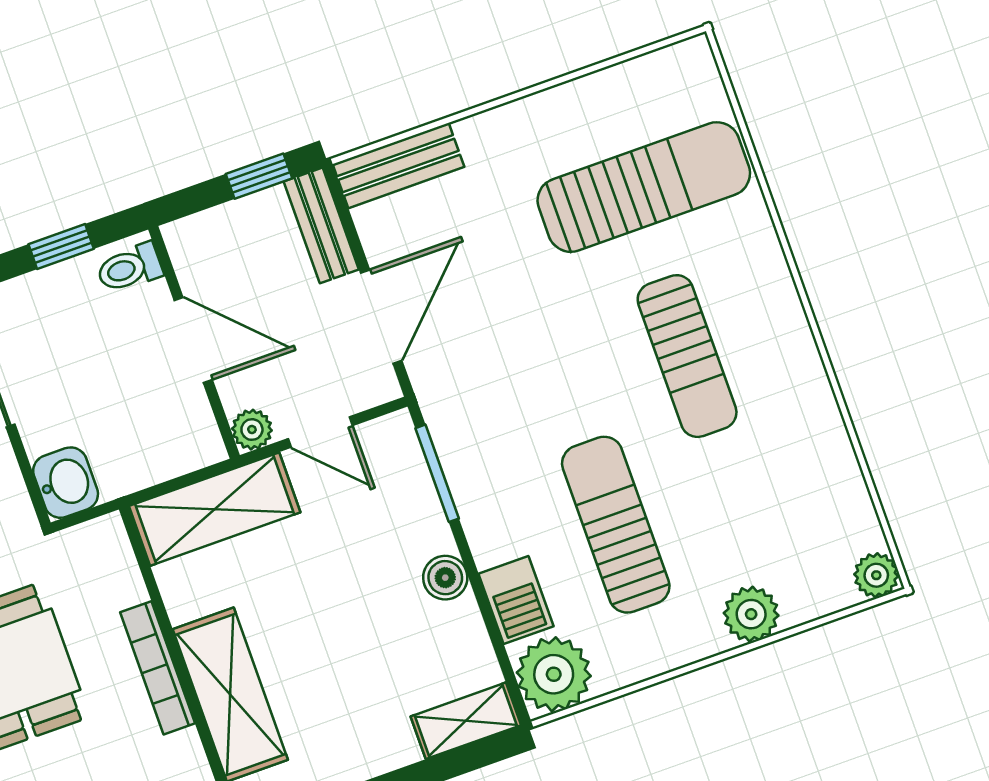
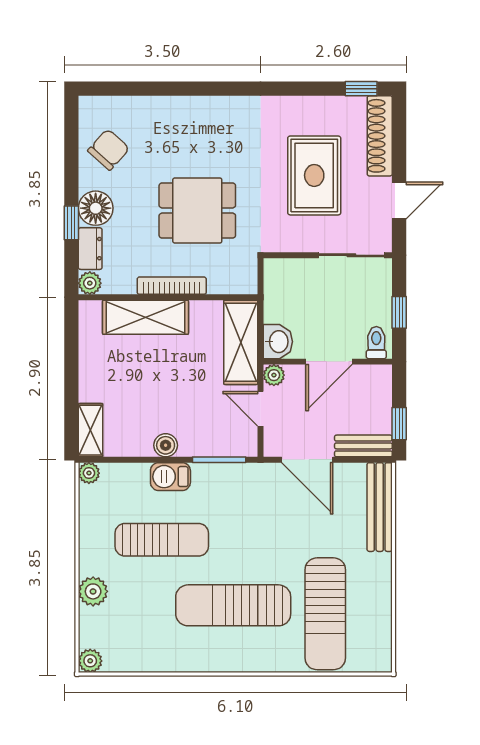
bench: (398, 165) -> (380, 507), width x1.36
sun lounger: (687, 356) -> (233, 605), width x1.36, depth x1.34
door: (320, 432) -> (260, 409), hinge flipped
washbasin: (66, 483) -> (278, 342), moved, turned -90
barbecue: (516, 600) -> (170, 477), moved
plant: (554, 674) -> (89, 473), width x0.53, depth x0.53

